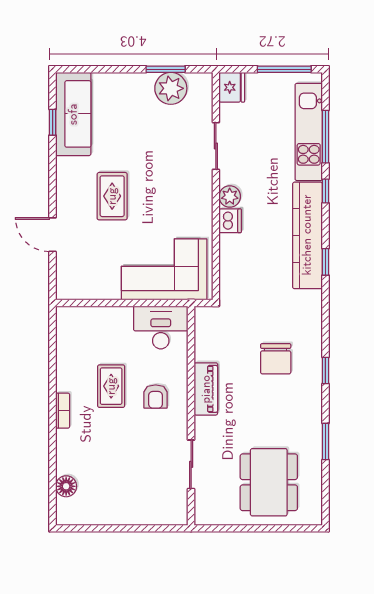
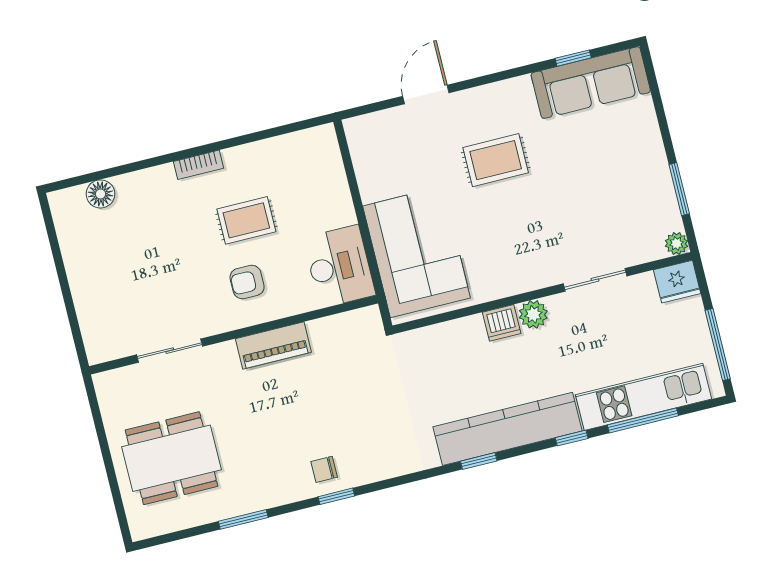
plant: (171, 88) -> (676, 244), moved, width x0.53, depth x0.53
chair: (276, 359) -> (324, 469), moved, width x0.54, depth x0.54

